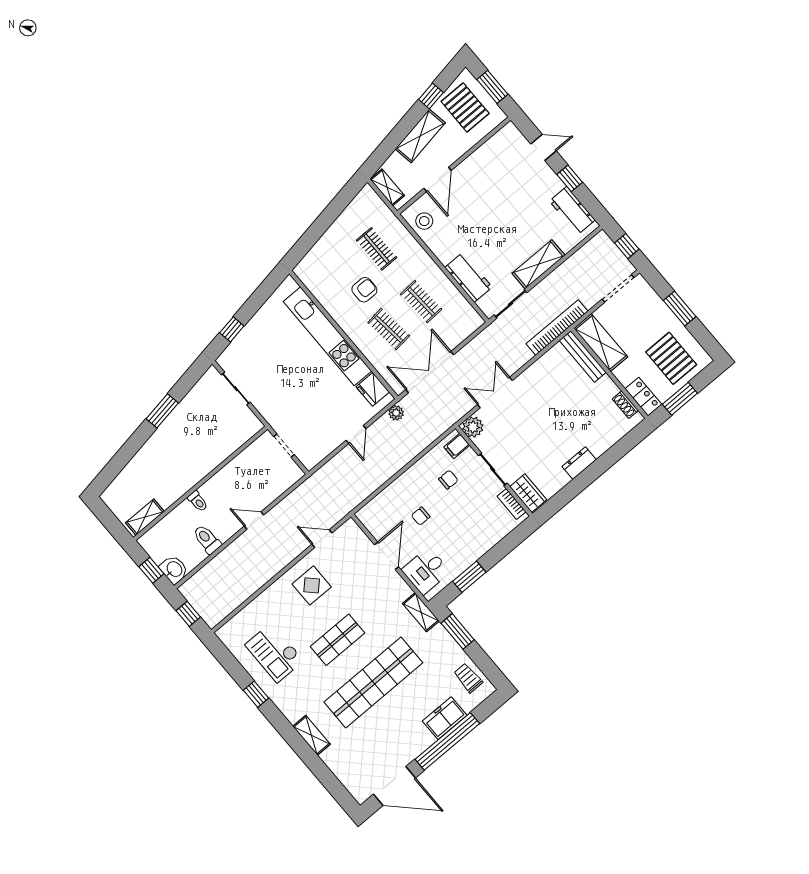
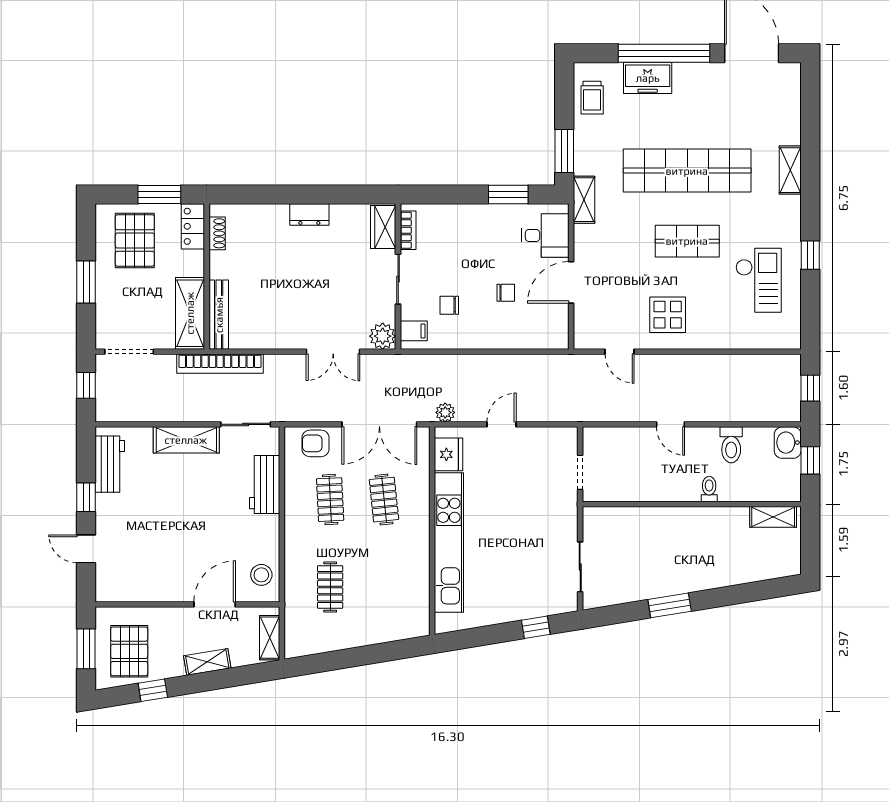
shelving: (420, 136) -> (207, 662), width x0.67, depth x0.75
armchair: (364, 290) -> (315, 443), moved

